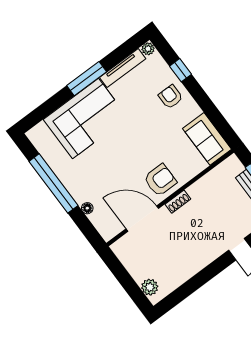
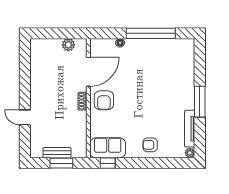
window: (181, 70) -> (108, 163), moved
armchair: (171, 97) -> (150, 145), turned 180
corner sofa: (85, 118) -> (176, 83), removed
plant: (150, 287) -> (68, 45), moved

